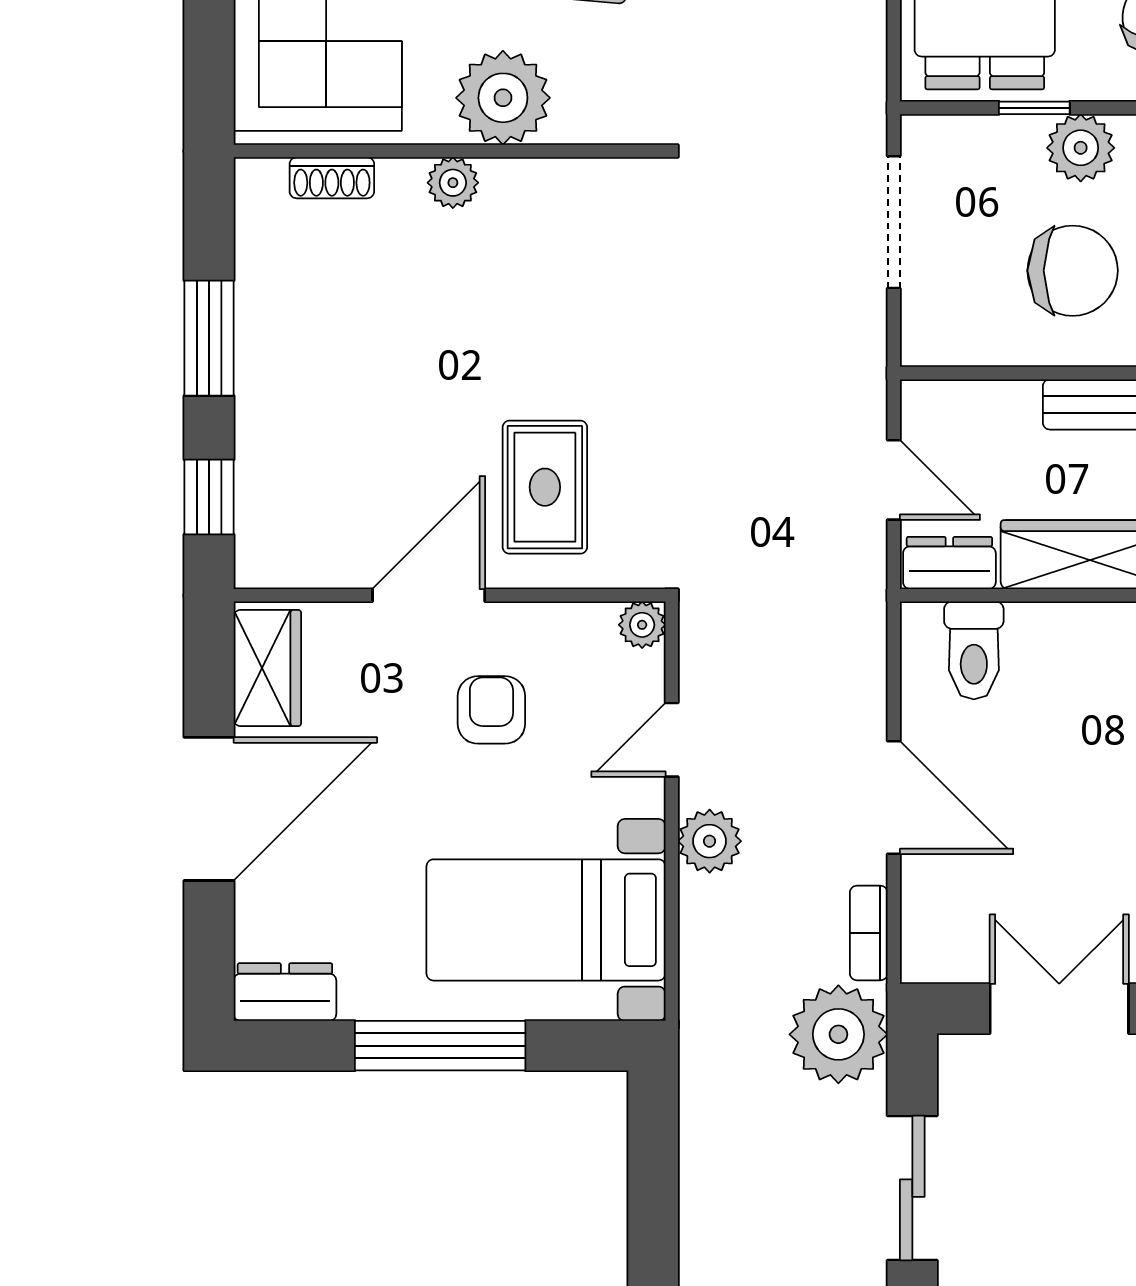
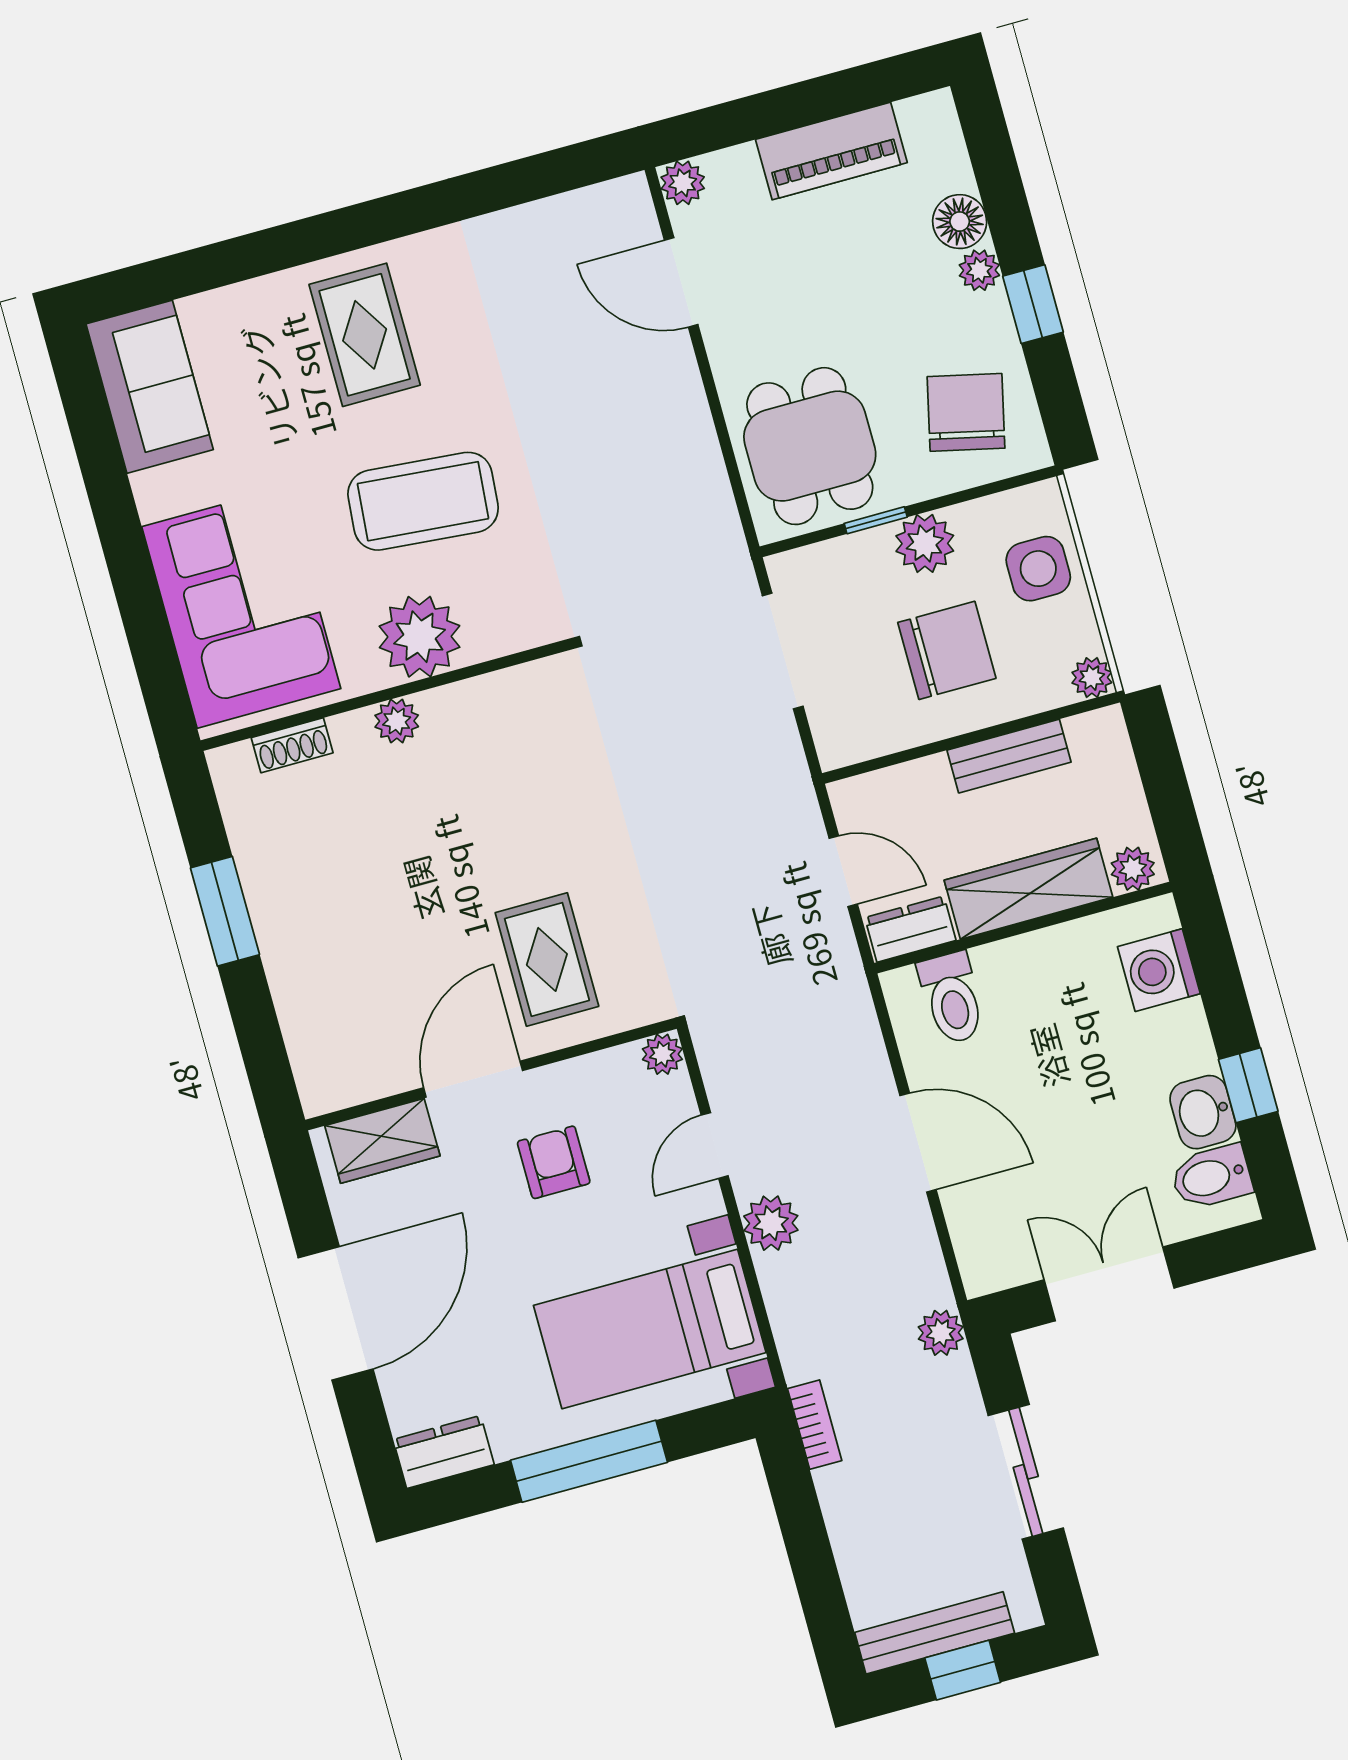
window: (209, 497) -> (262, 1047), removed
wardrobe: (267, 668) -> (382, 1141), moved, turned 90
bookcase: (869, 933) -> (815, 1425), moved, turned 180
plant: (838, 1034) -> (941, 1333), width x0.53, depth x0.53

